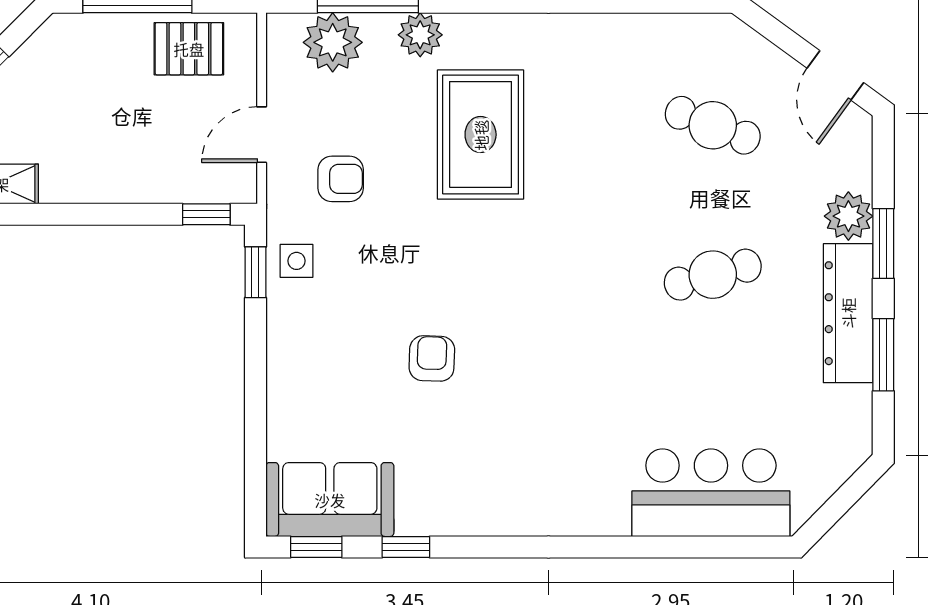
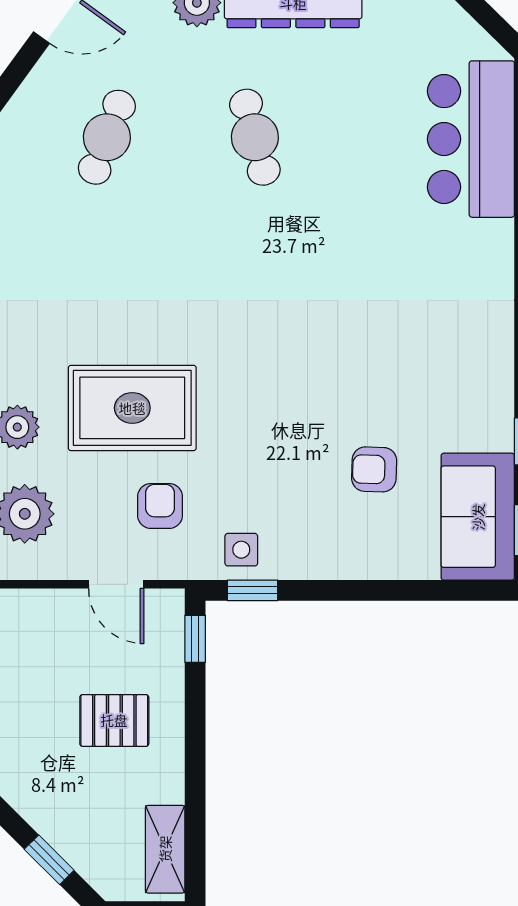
pallet: (189, 49) -> (114, 720), moved, turned 90
rug: (481, 135) -> (132, 408), moved
armchair: (432, 358) -> (374, 469), moved

